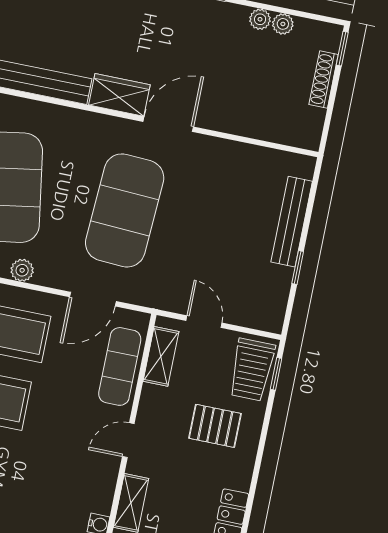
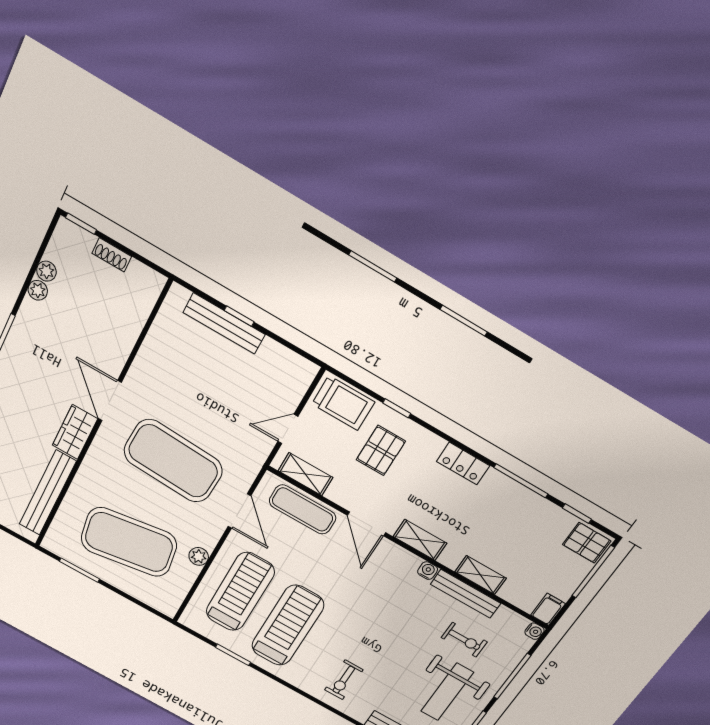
shoe rack: (324, 80) -> (112, 255), width x0.70
window: (298, 268) -> (239, 316), moved
window: (276, 374) -> (397, 408), moved
door: (128, 440) -> (367, 524), width x1.38

